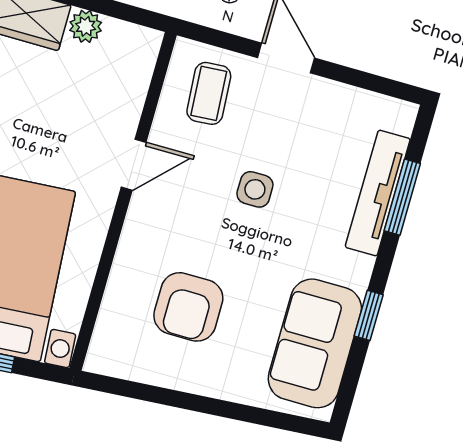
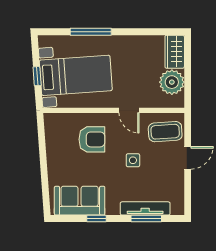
plant: (86, 26) -> (172, 82), width x1.88, depth x1.88
coffee table: (209, 93) -> (165, 132), width x1.36, depth x1.30
armchair: (188, 307) -> (92, 139), moved, turned 180

